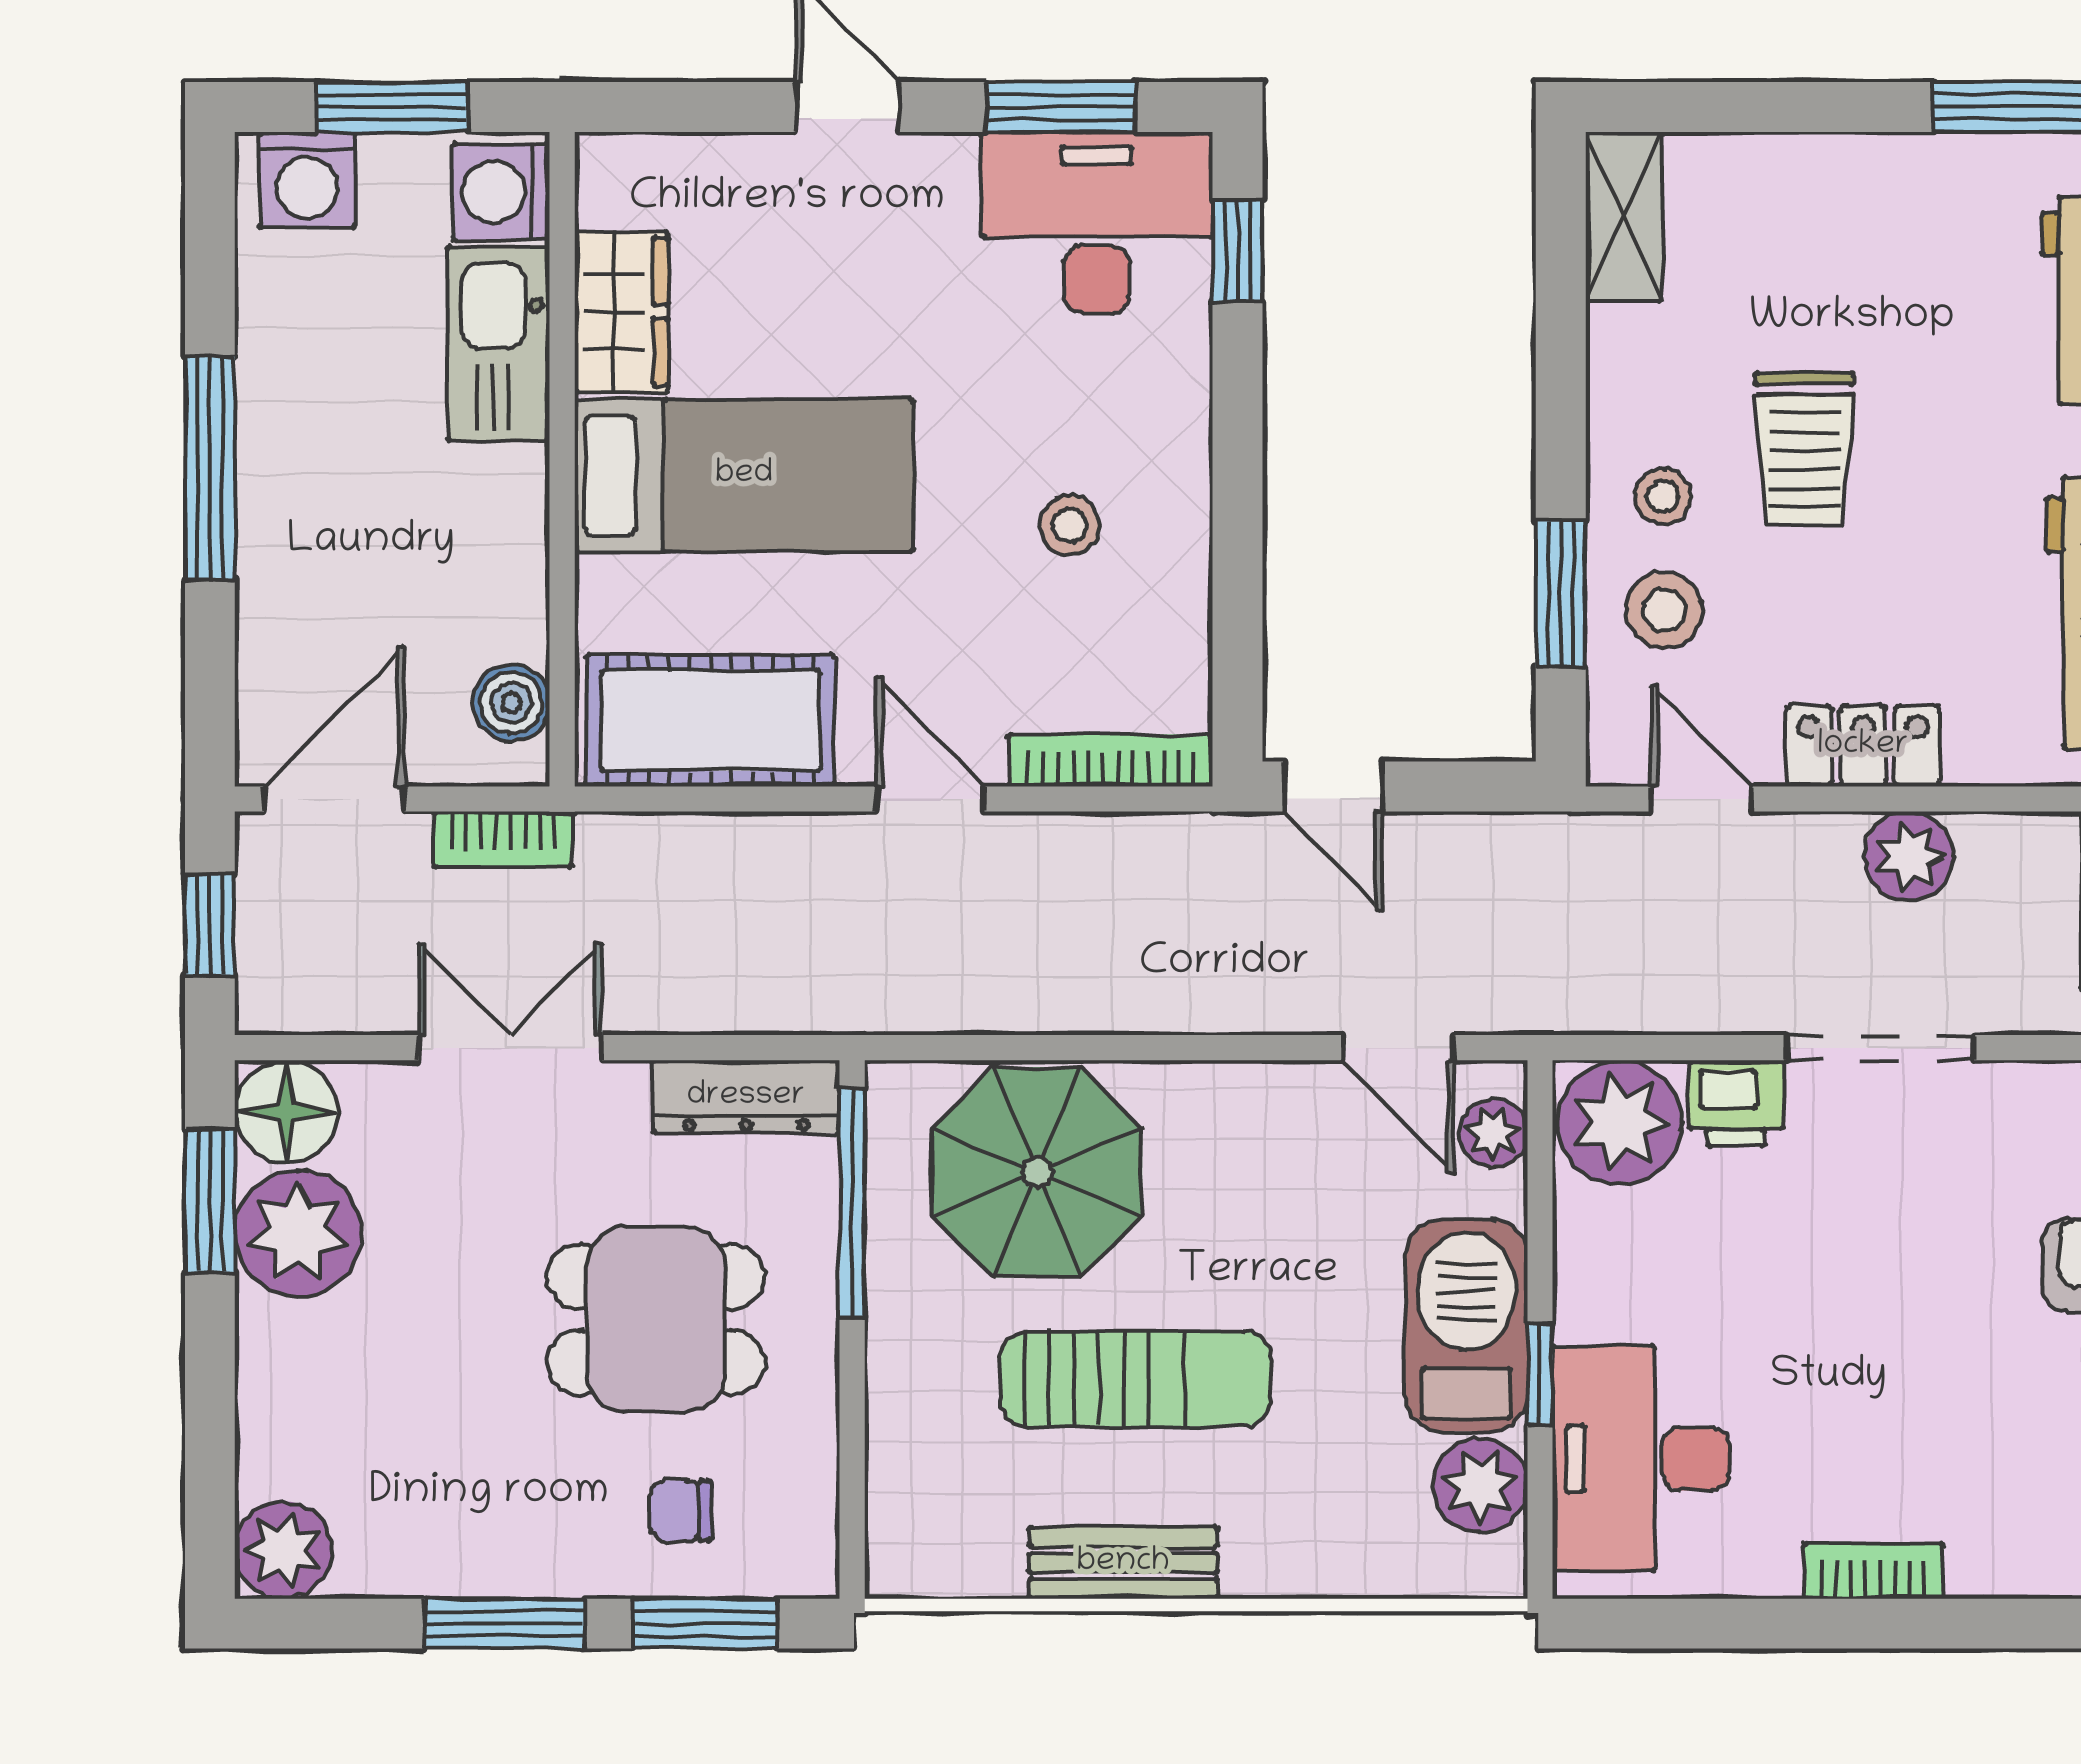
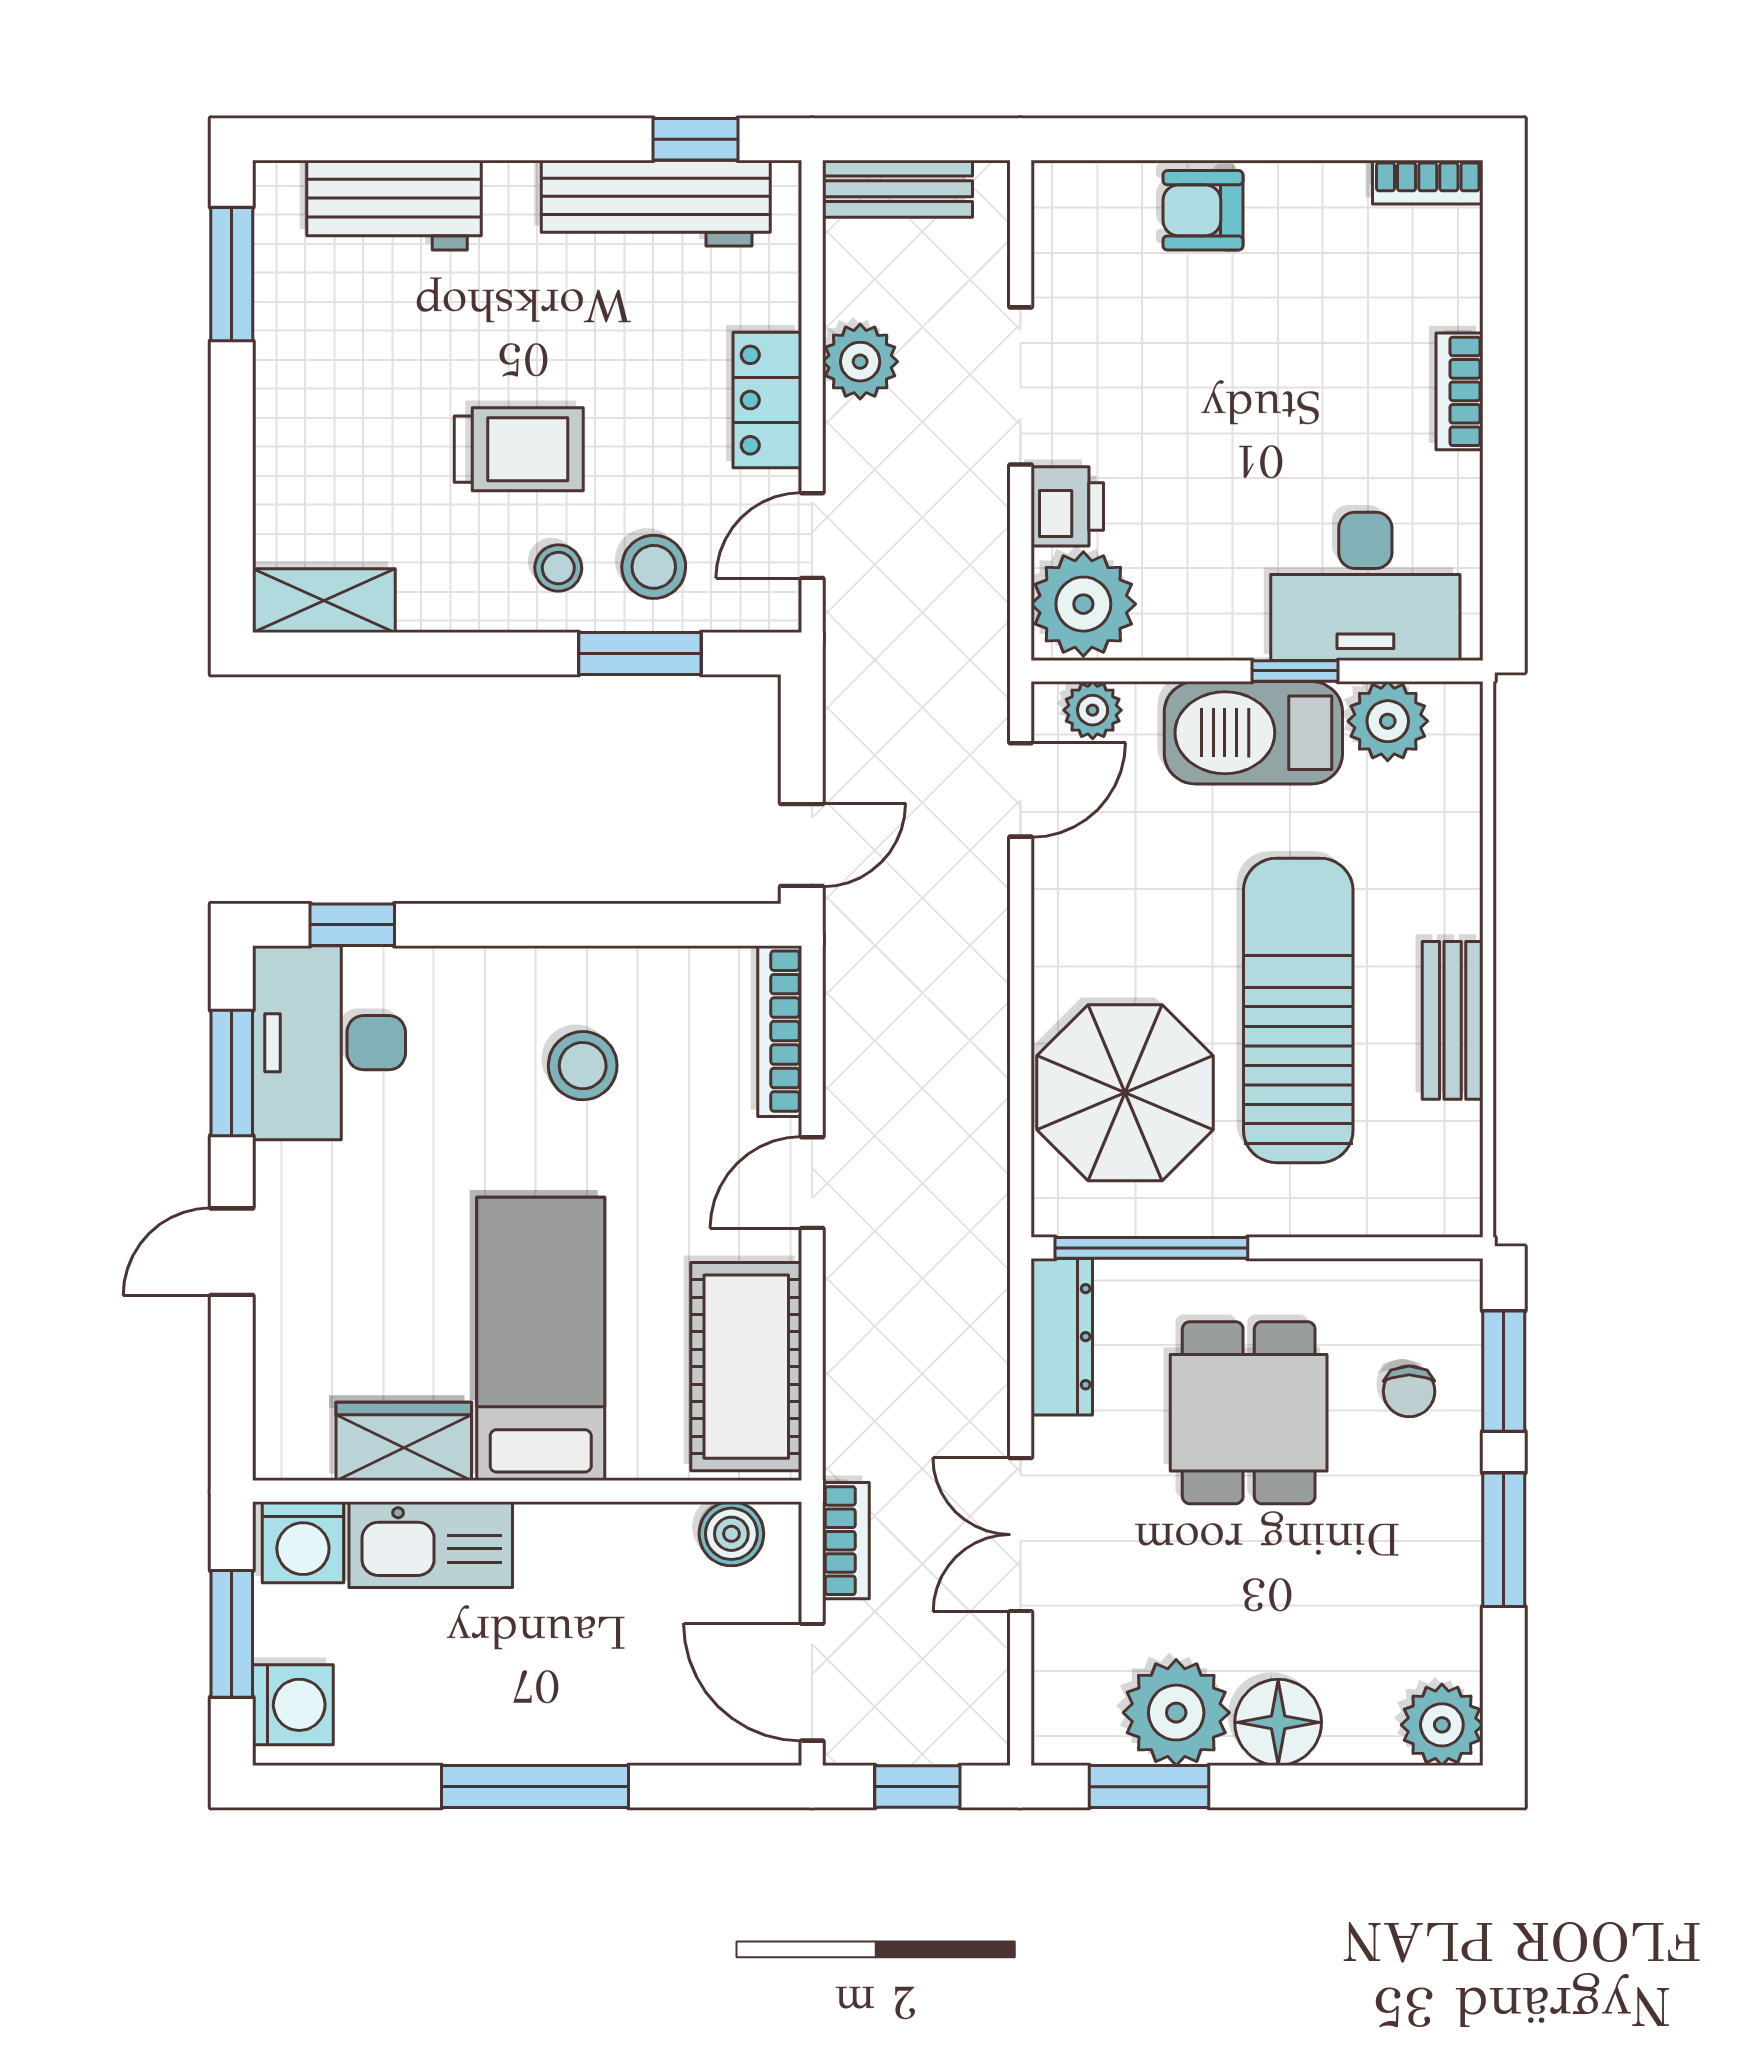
stool: (1069, 525) -> (583, 1066), width x1.37, depth x1.37
floor lamp: (286, 1112) -> (1278, 1722), moved
sun lounger: (1135, 1379) -> (1298, 1010), width x1.36, depth x1.34

